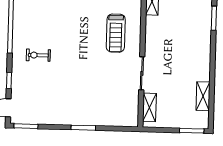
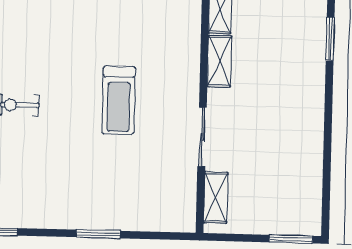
treadmill: (116, 33) -> (119, 100), moved
shelving: (203, 96) -> (219, 61), moved

